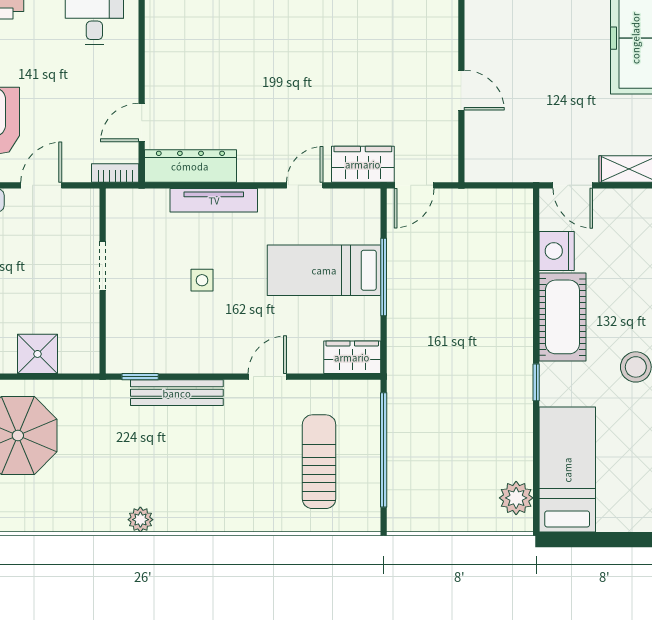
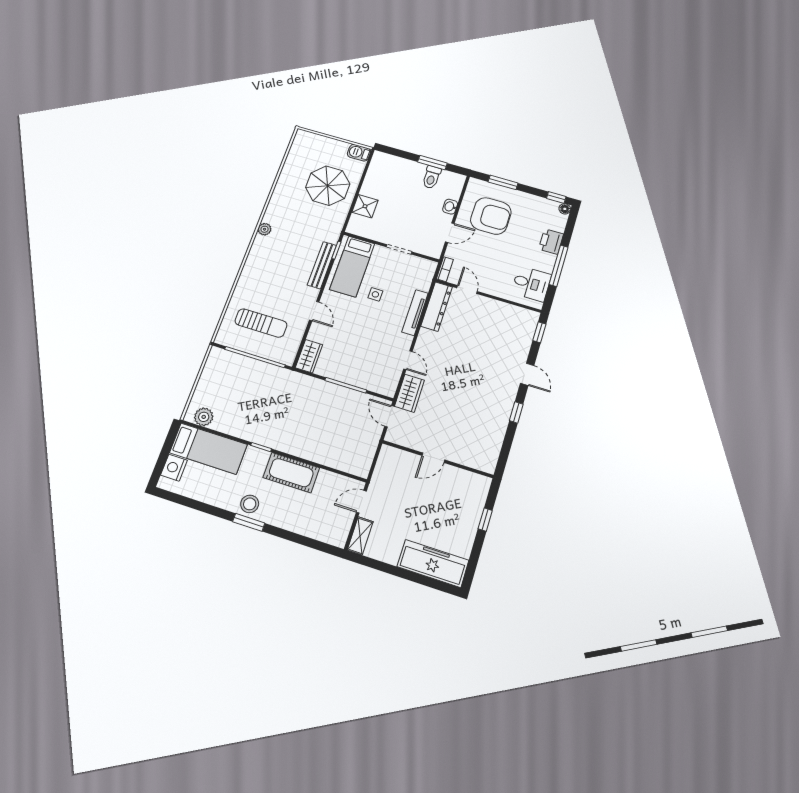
door: (41, 185) -> (450, 233), hinge flipped
nightstand: (557, 251) -> (174, 468), moved, turned -90
bed: (324, 270) -> (352, 266), moved, turned 180

